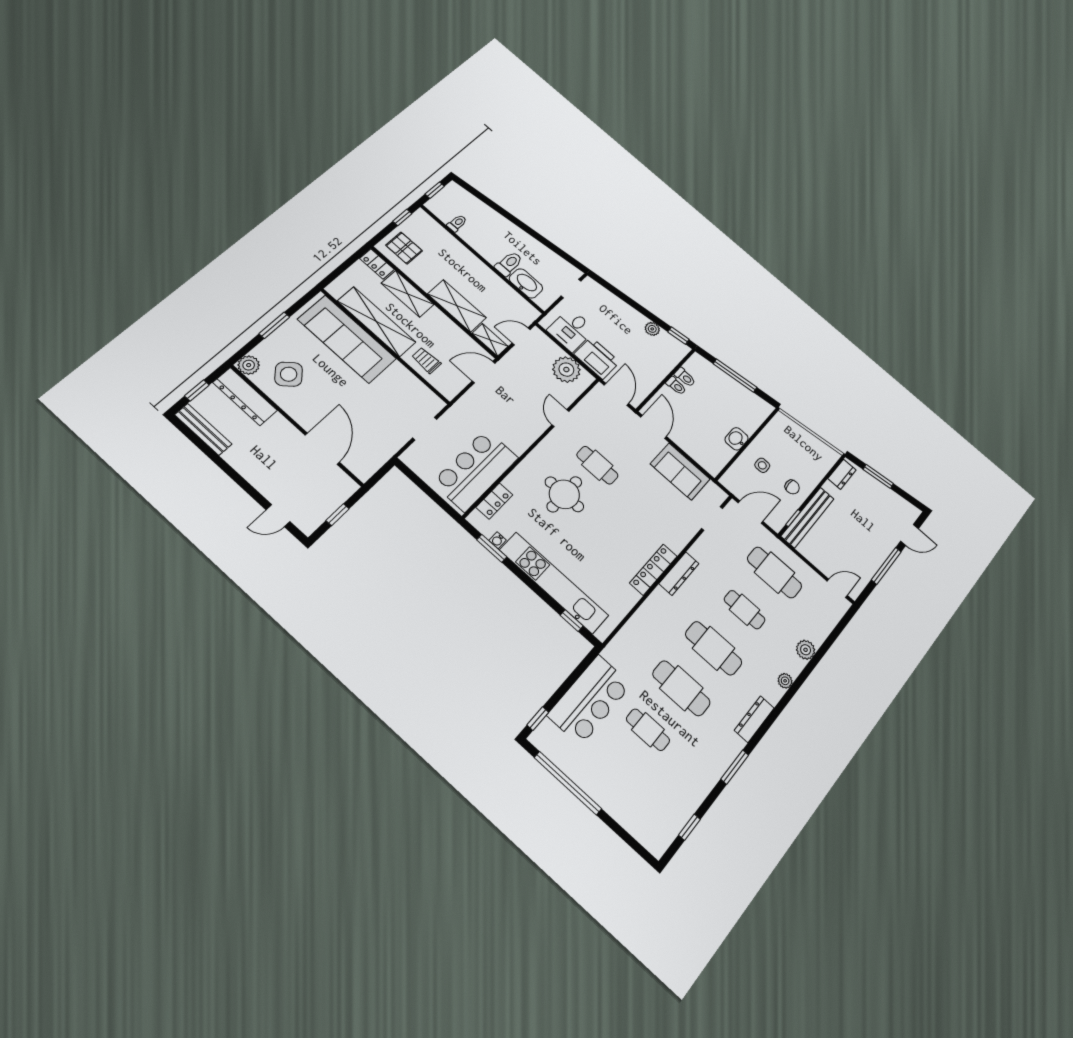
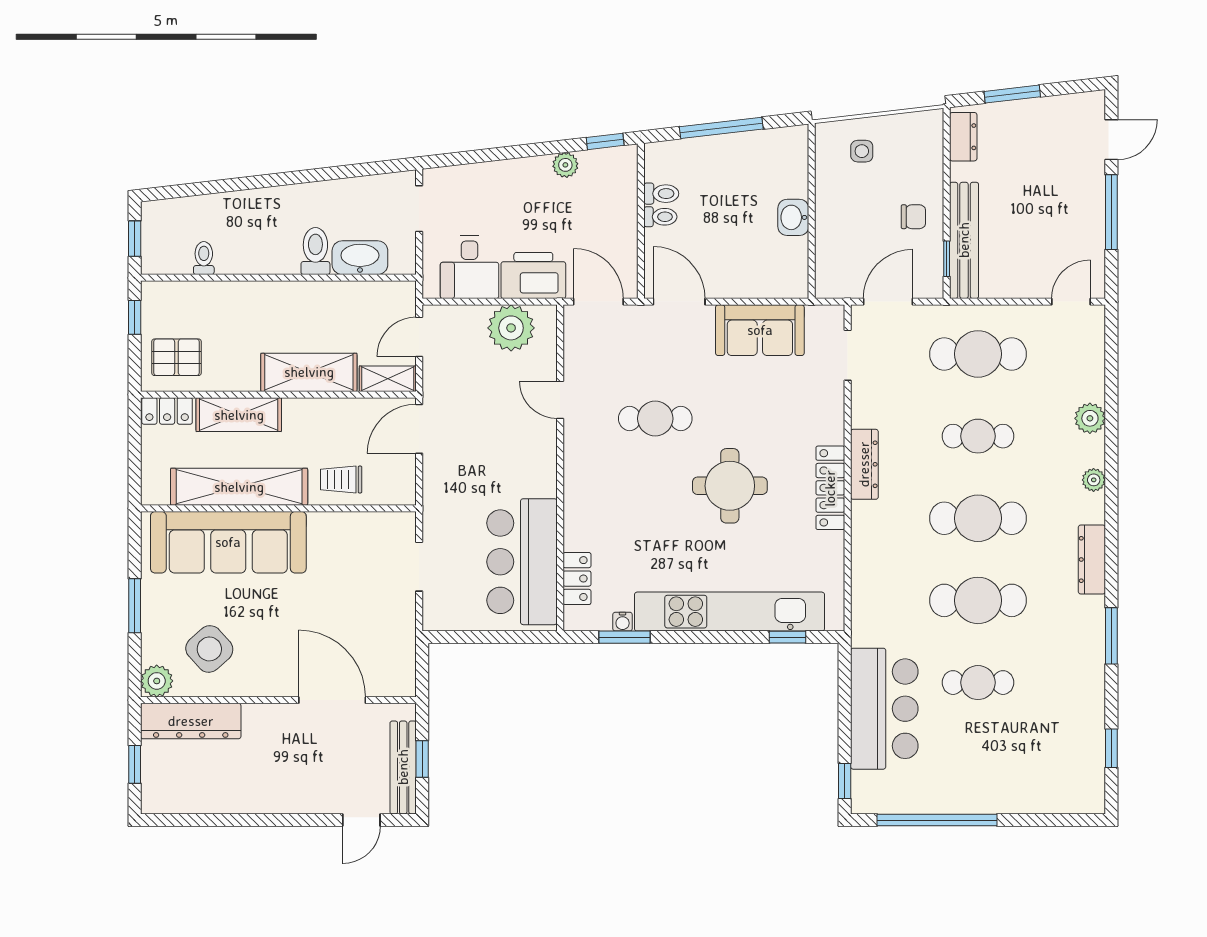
bench: (203, 429) -> (403, 767), moved, turned 90
side table: (762, 465) -> (862, 151), moved
round table: (564, 494) -> (730, 486), moved

